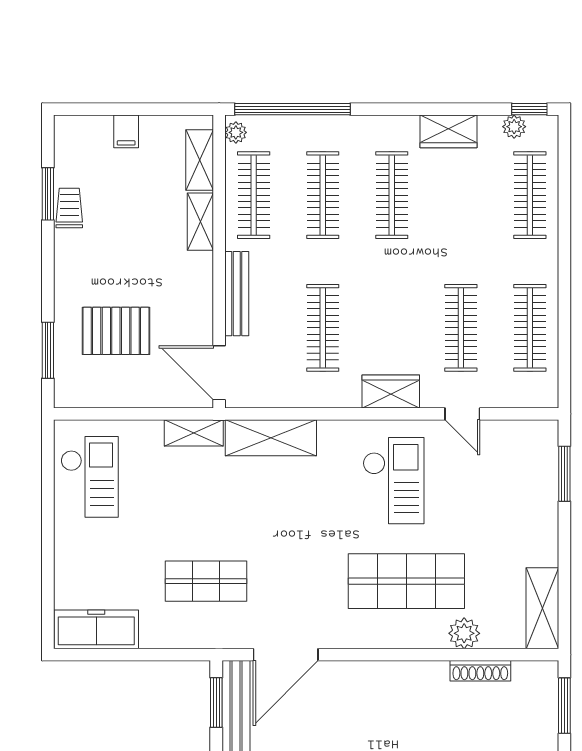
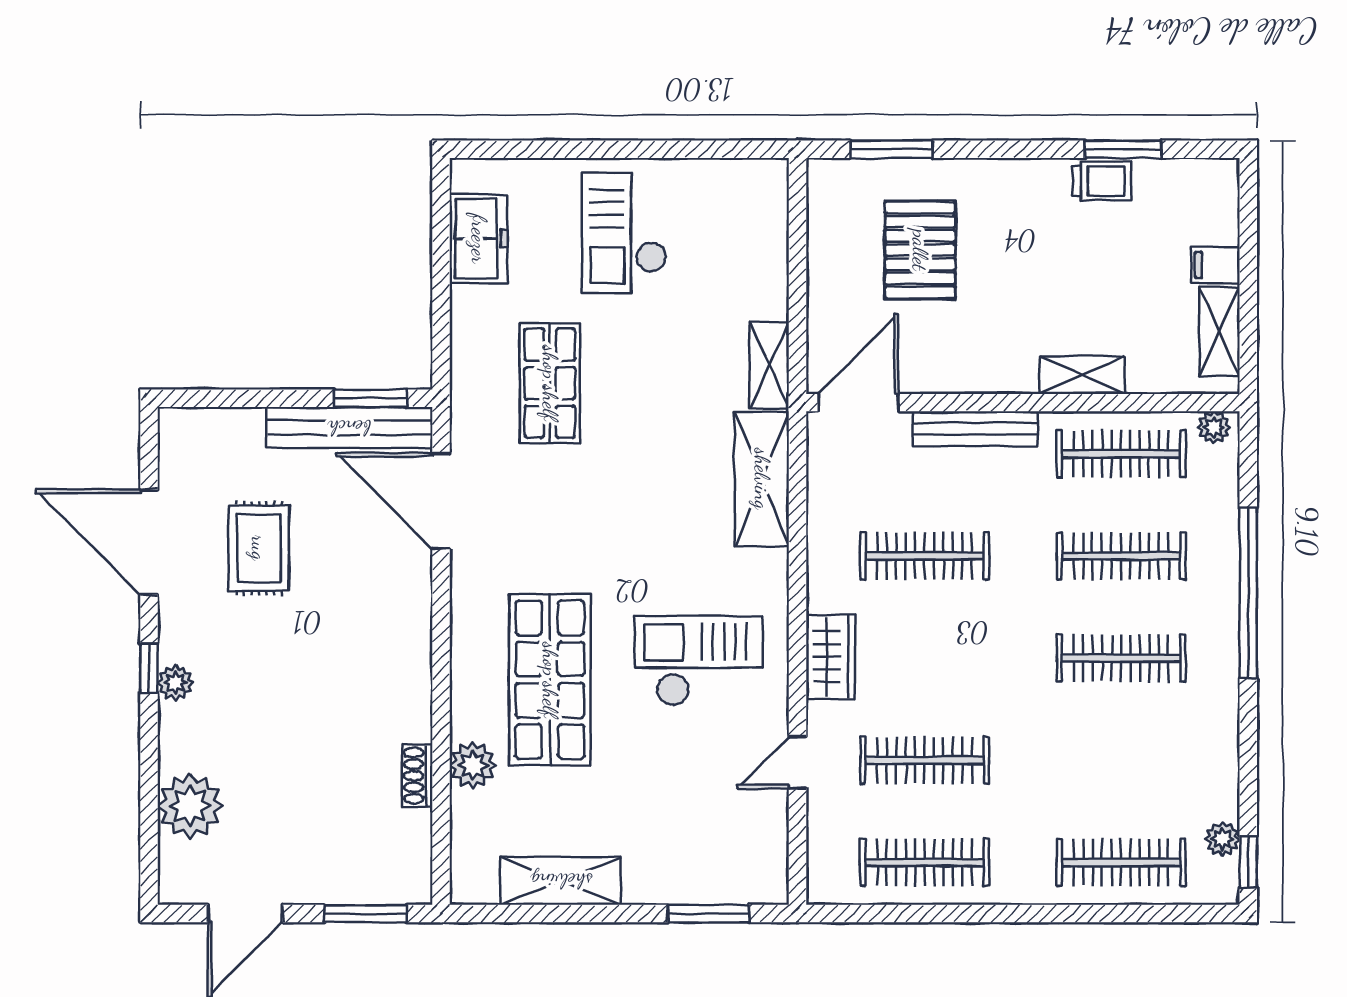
window: (292, 109) -> (1248, 593), moved
wardrobe: (449, 131) -> (1215, 742), removed
shelving: (200, 160) -> (1219, 332), moved, turned 90
checkout: (90, 477) -> (624, 233), moved, turned 90
checkout: (394, 481) -> (699, 661), turned 180
shelving: (542, 608) -> (561, 881), moved
freezer: (96, 629) -> (479, 239), width x0.71
shoe rack: (480, 671) -> (417, 776), width x0.70

